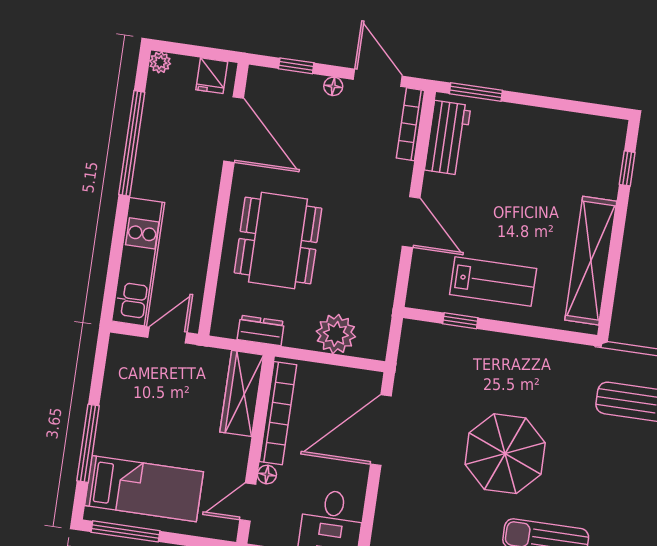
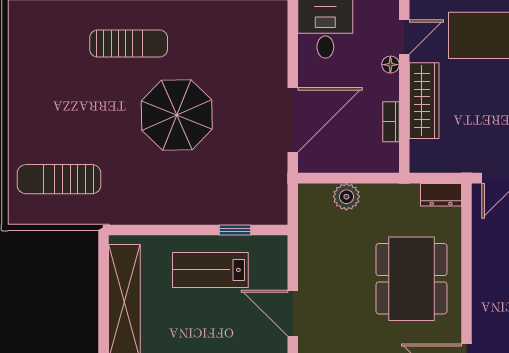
dresser: (261, 330) -> (441, 195), moved
plant: (336, 334) -> (346, 197), width x0.73, depth x0.73
wardrobe: (242, 393) -> (424, 101), moved
bookcase: (278, 413) -> (391, 122), width x0.43, depth x0.76

